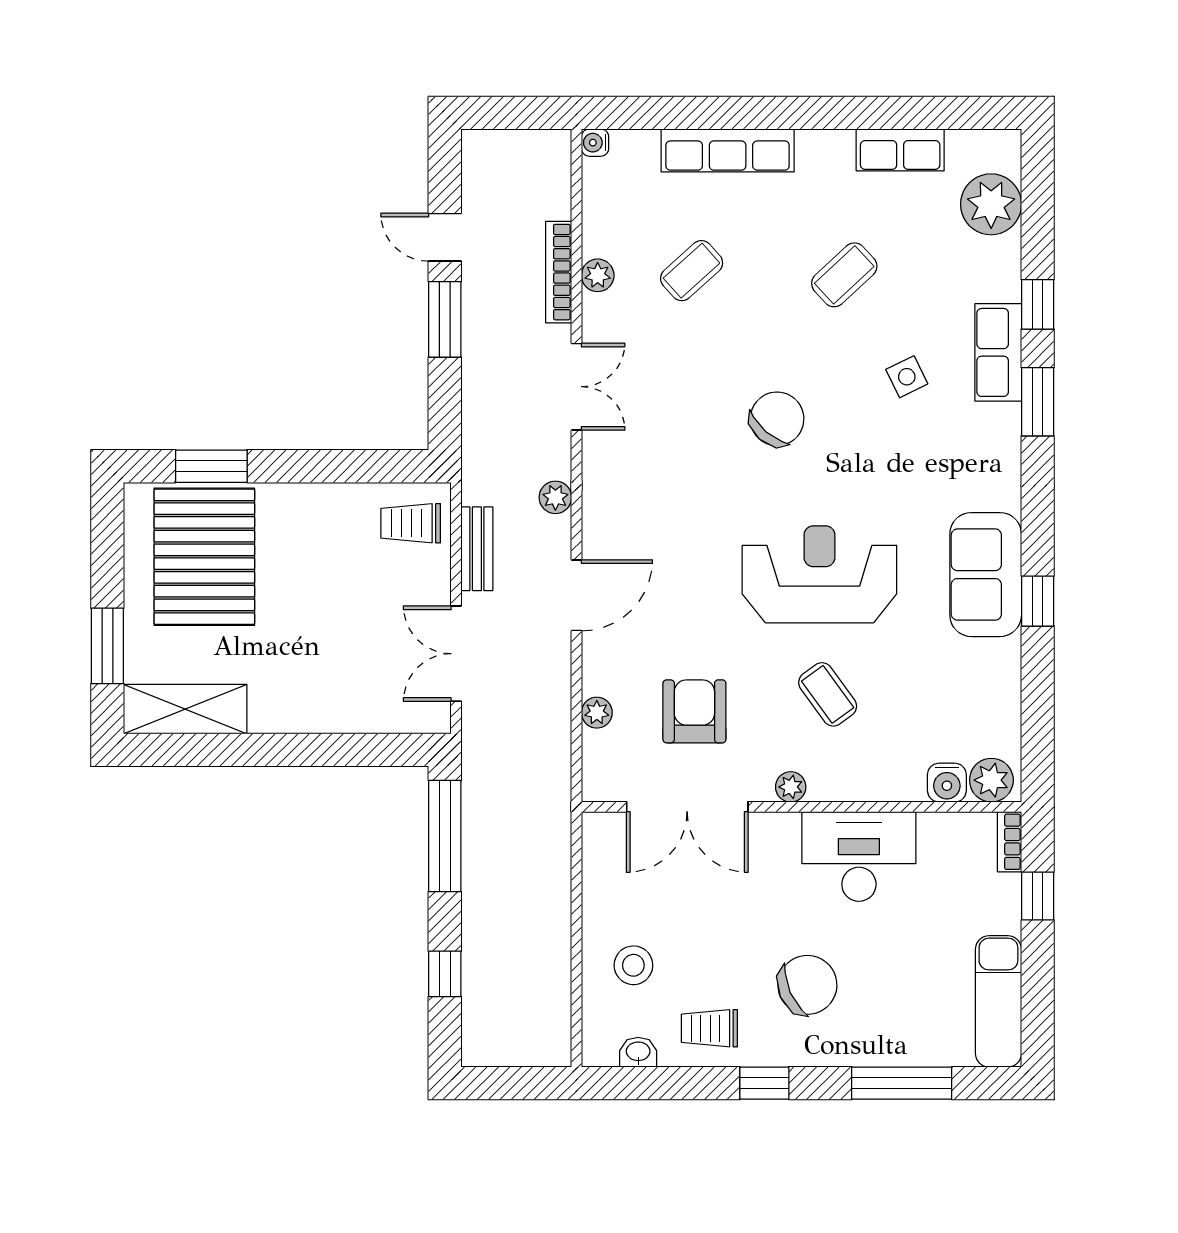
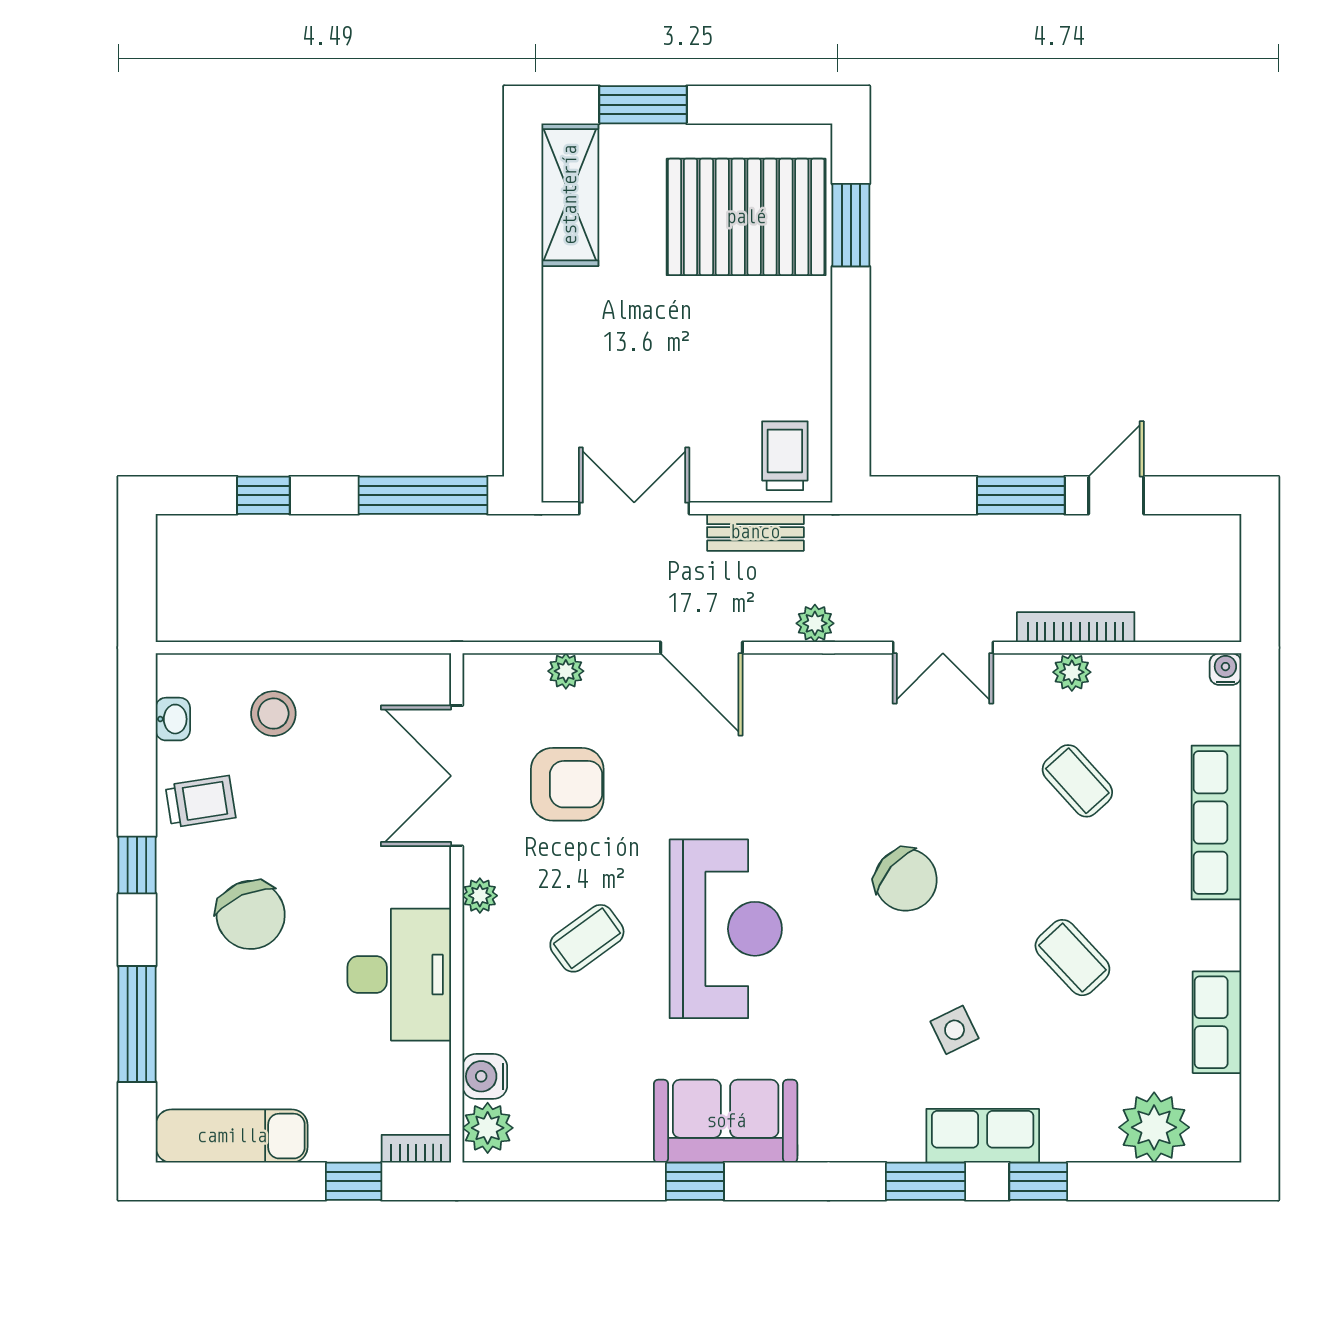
trolley: (709, 1028) -> (200, 802), turned 81

